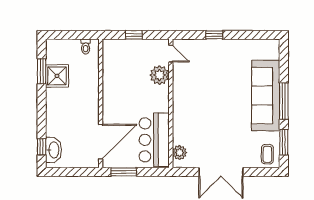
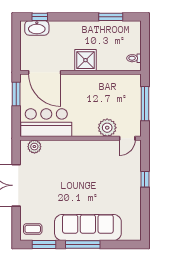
window: (134, 35) -> (145, 104), width x2.17
shower: (57, 76) -> (85, 60), moved

